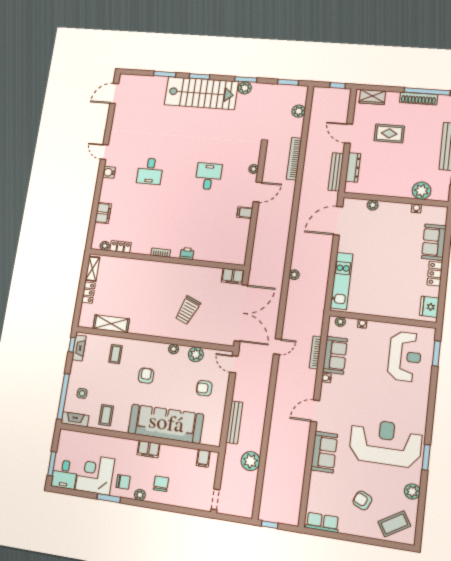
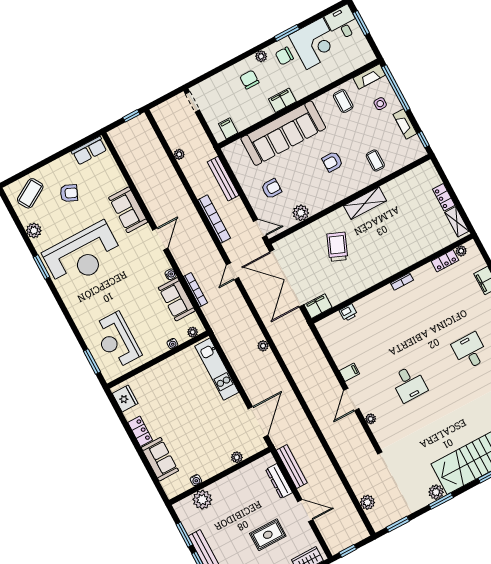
bookcase: (294, 159) -> (214, 219), moved
printer: (187, 253) -> (348, 313), moved
shelving: (111, 324) -> (365, 203), moved
fireplace: (79, 348) -> (405, 124), moved
plant: (174, 349) -> (325, 203), removed
armchair: (146, 376) -> (332, 162), turned 90
plant: (250, 461) -> (179, 154), width x0.53, depth x0.53
chair: (161, 484) -> (249, 80), turned 180

